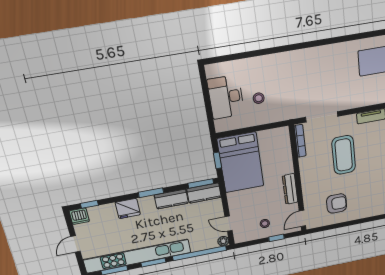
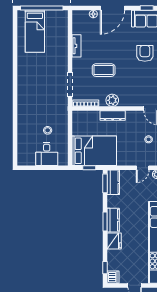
desk: (226, 97) -> (47, 154), width x0.73
coffee table: (344, 155) -> (104, 70), width x0.73, depth x0.76
plant: (307, 172) -> (112, 100), added
dresser: (290, 189) -> (113, 116), moved
kitchen counter: (171, 199) -> (113, 220), moved
armchair: (337, 204) -> (145, 53), moved

